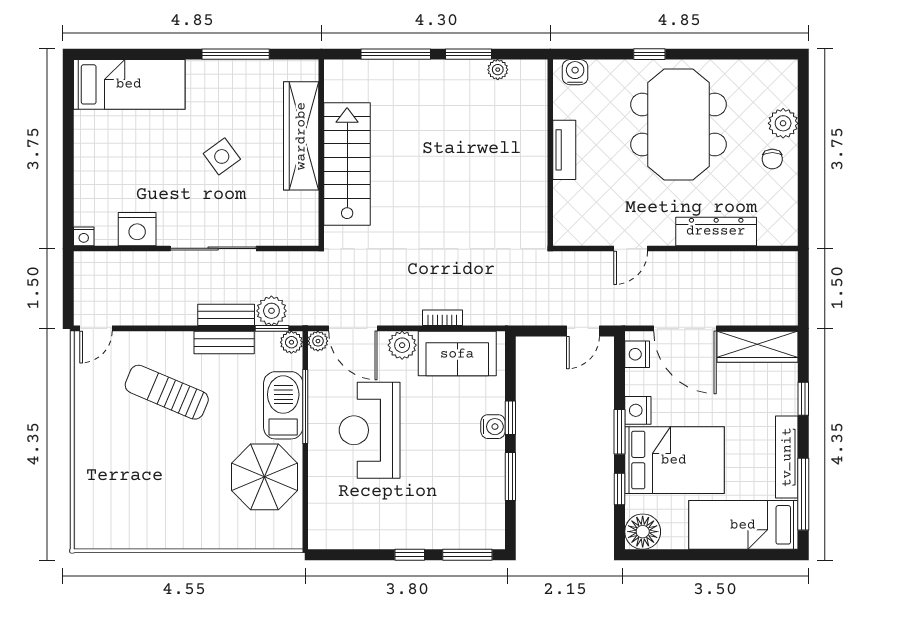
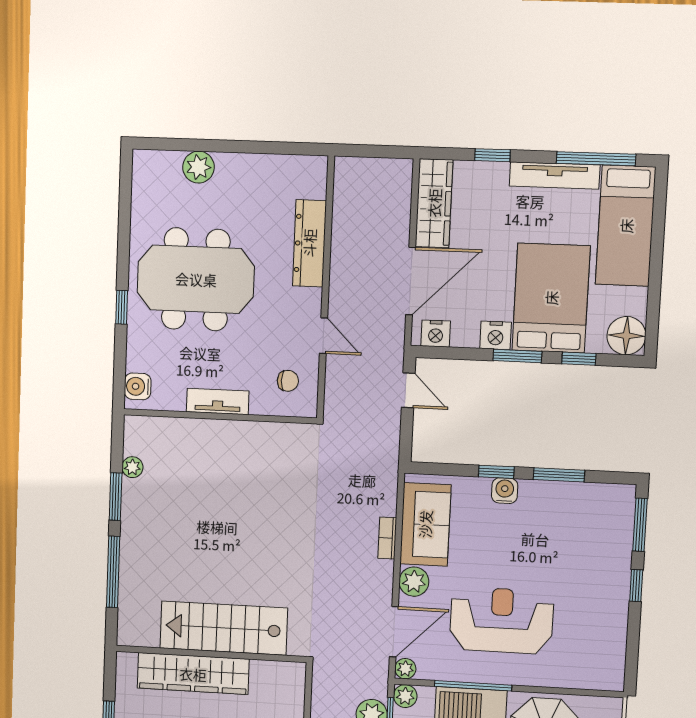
chair: (772, 159) -> (288, 381), moved
reception desk: (370, 430) -> (502, 620), turned 180

